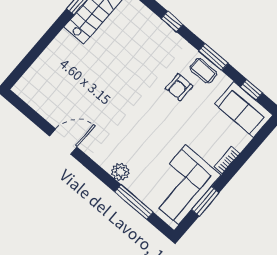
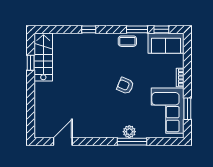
window: (213, 57) -> (137, 29), moved
armchair: (179, 87) -> (125, 86), moved, turned 113
door: (63, 142) -> (63, 142), moved
window: (134, 202) -> (132, 142), moved

